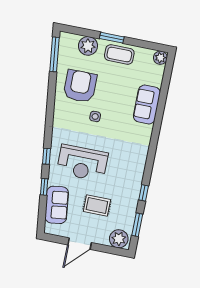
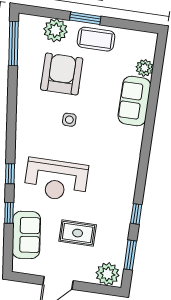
plant: (160, 58) -> (145, 68), moved
armchair: (80, 86) -> (62, 74), moved

